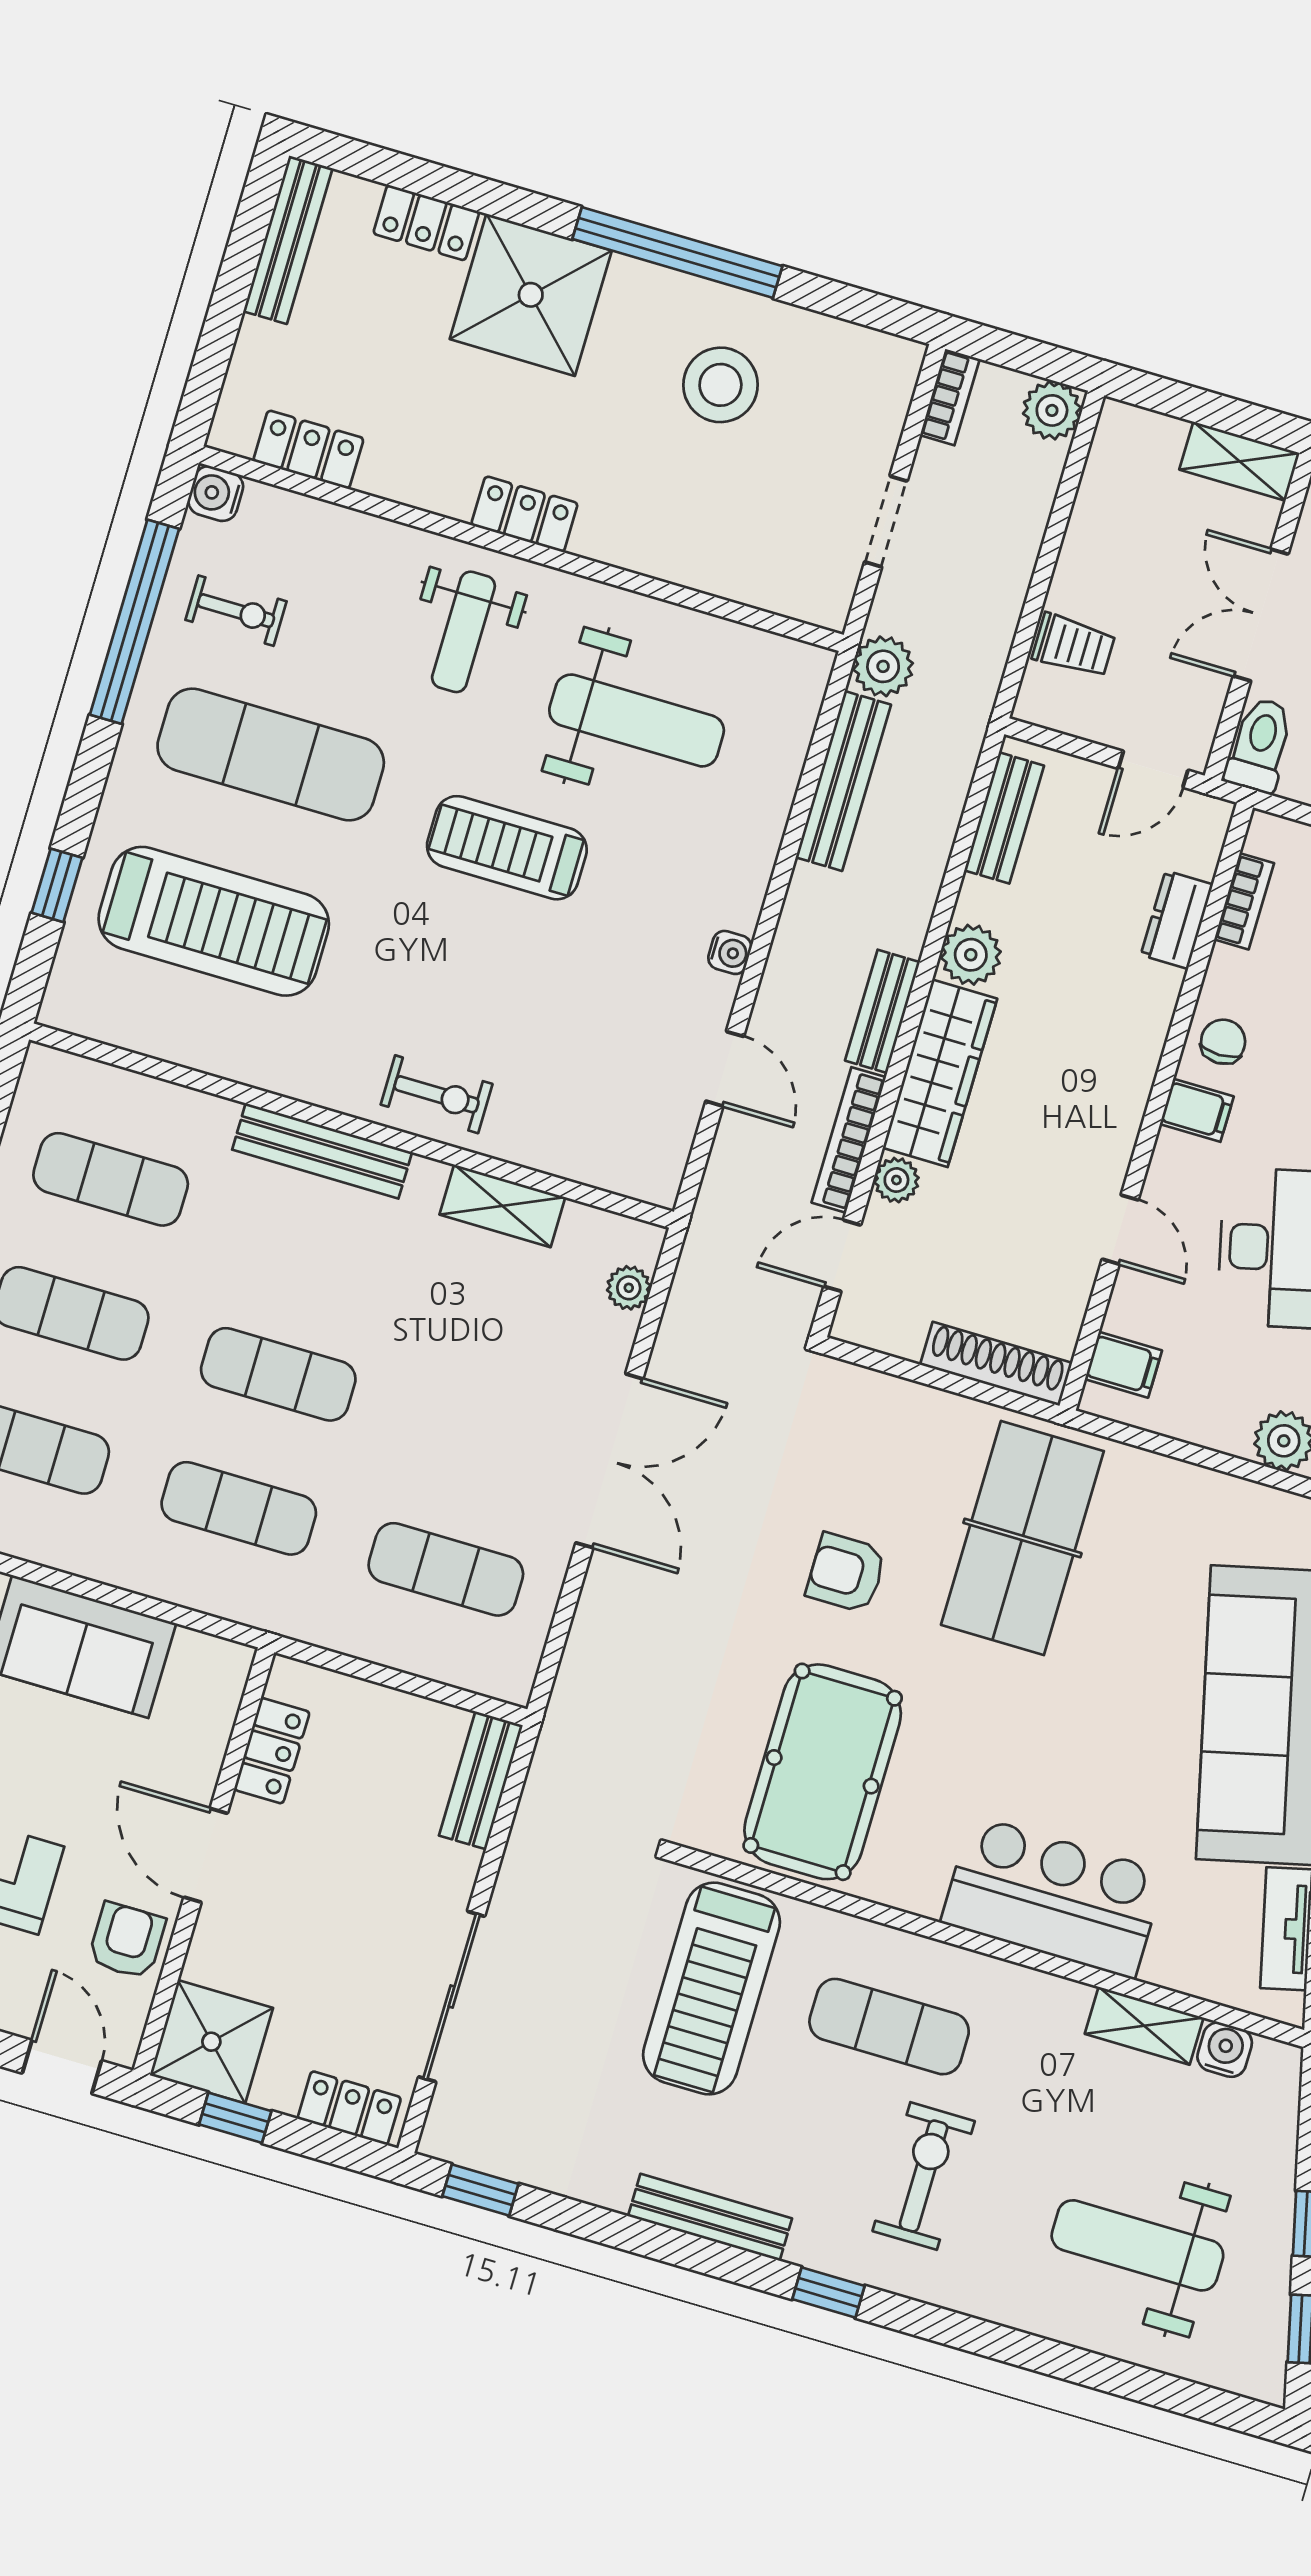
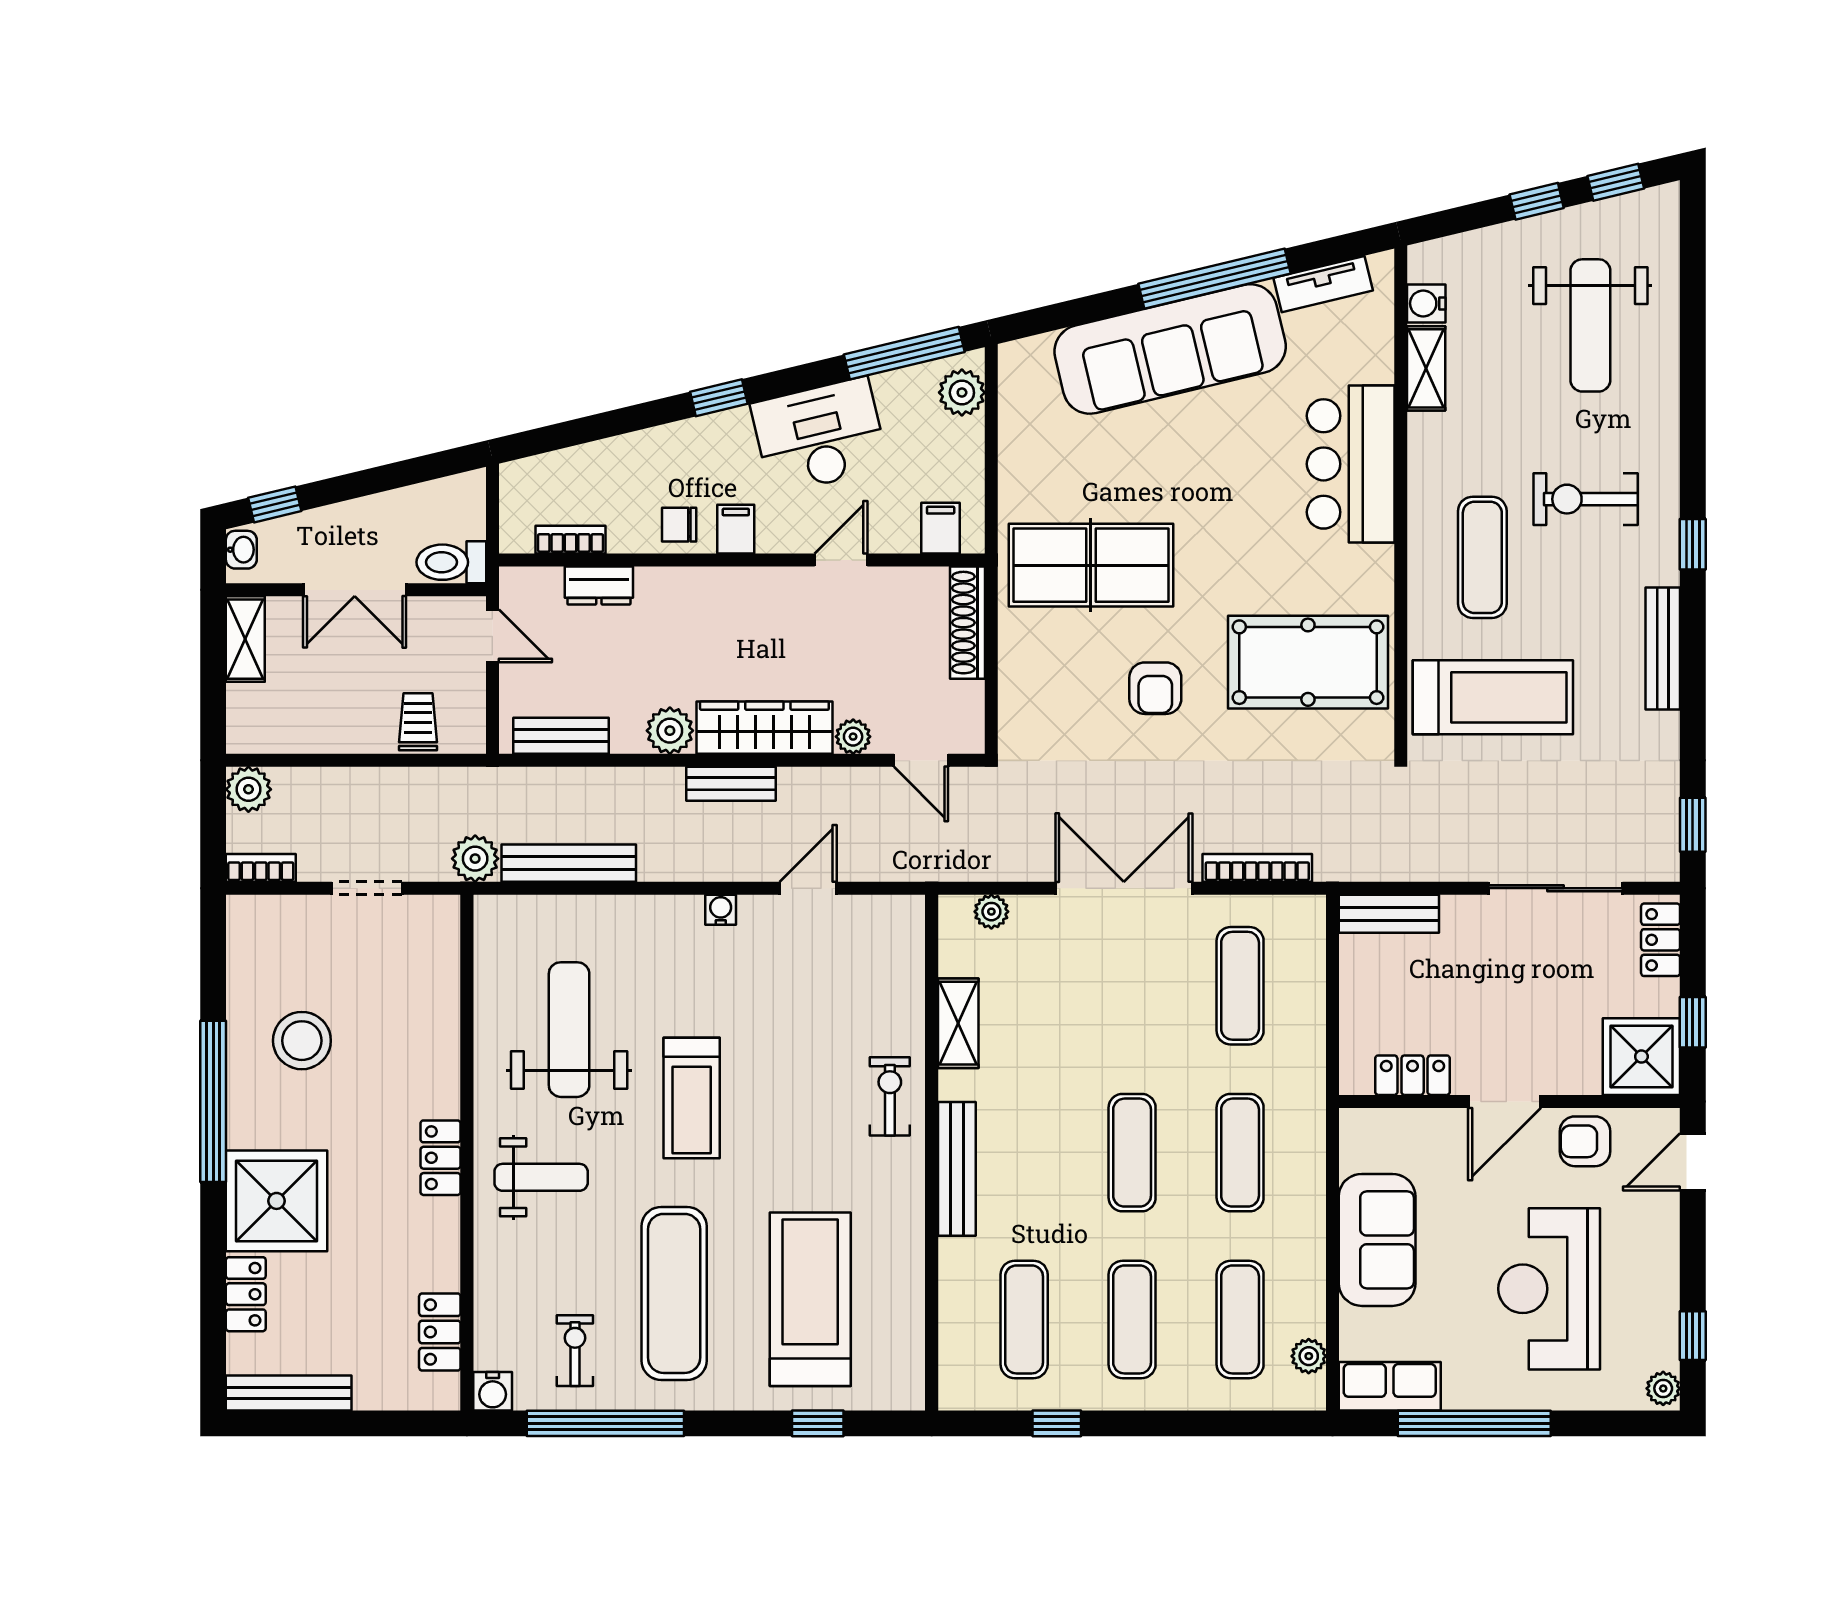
bookcase: (849, 1140) -> (1257, 868), moved, turned 180

